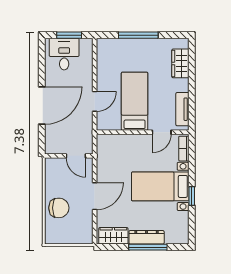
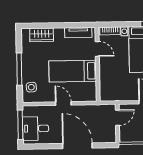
window: (69, 35) -> (20, 125), width x1.44
side table: (116, 50) -> (31, 87), added
door: (95, 101) -> (63, 103), moved

